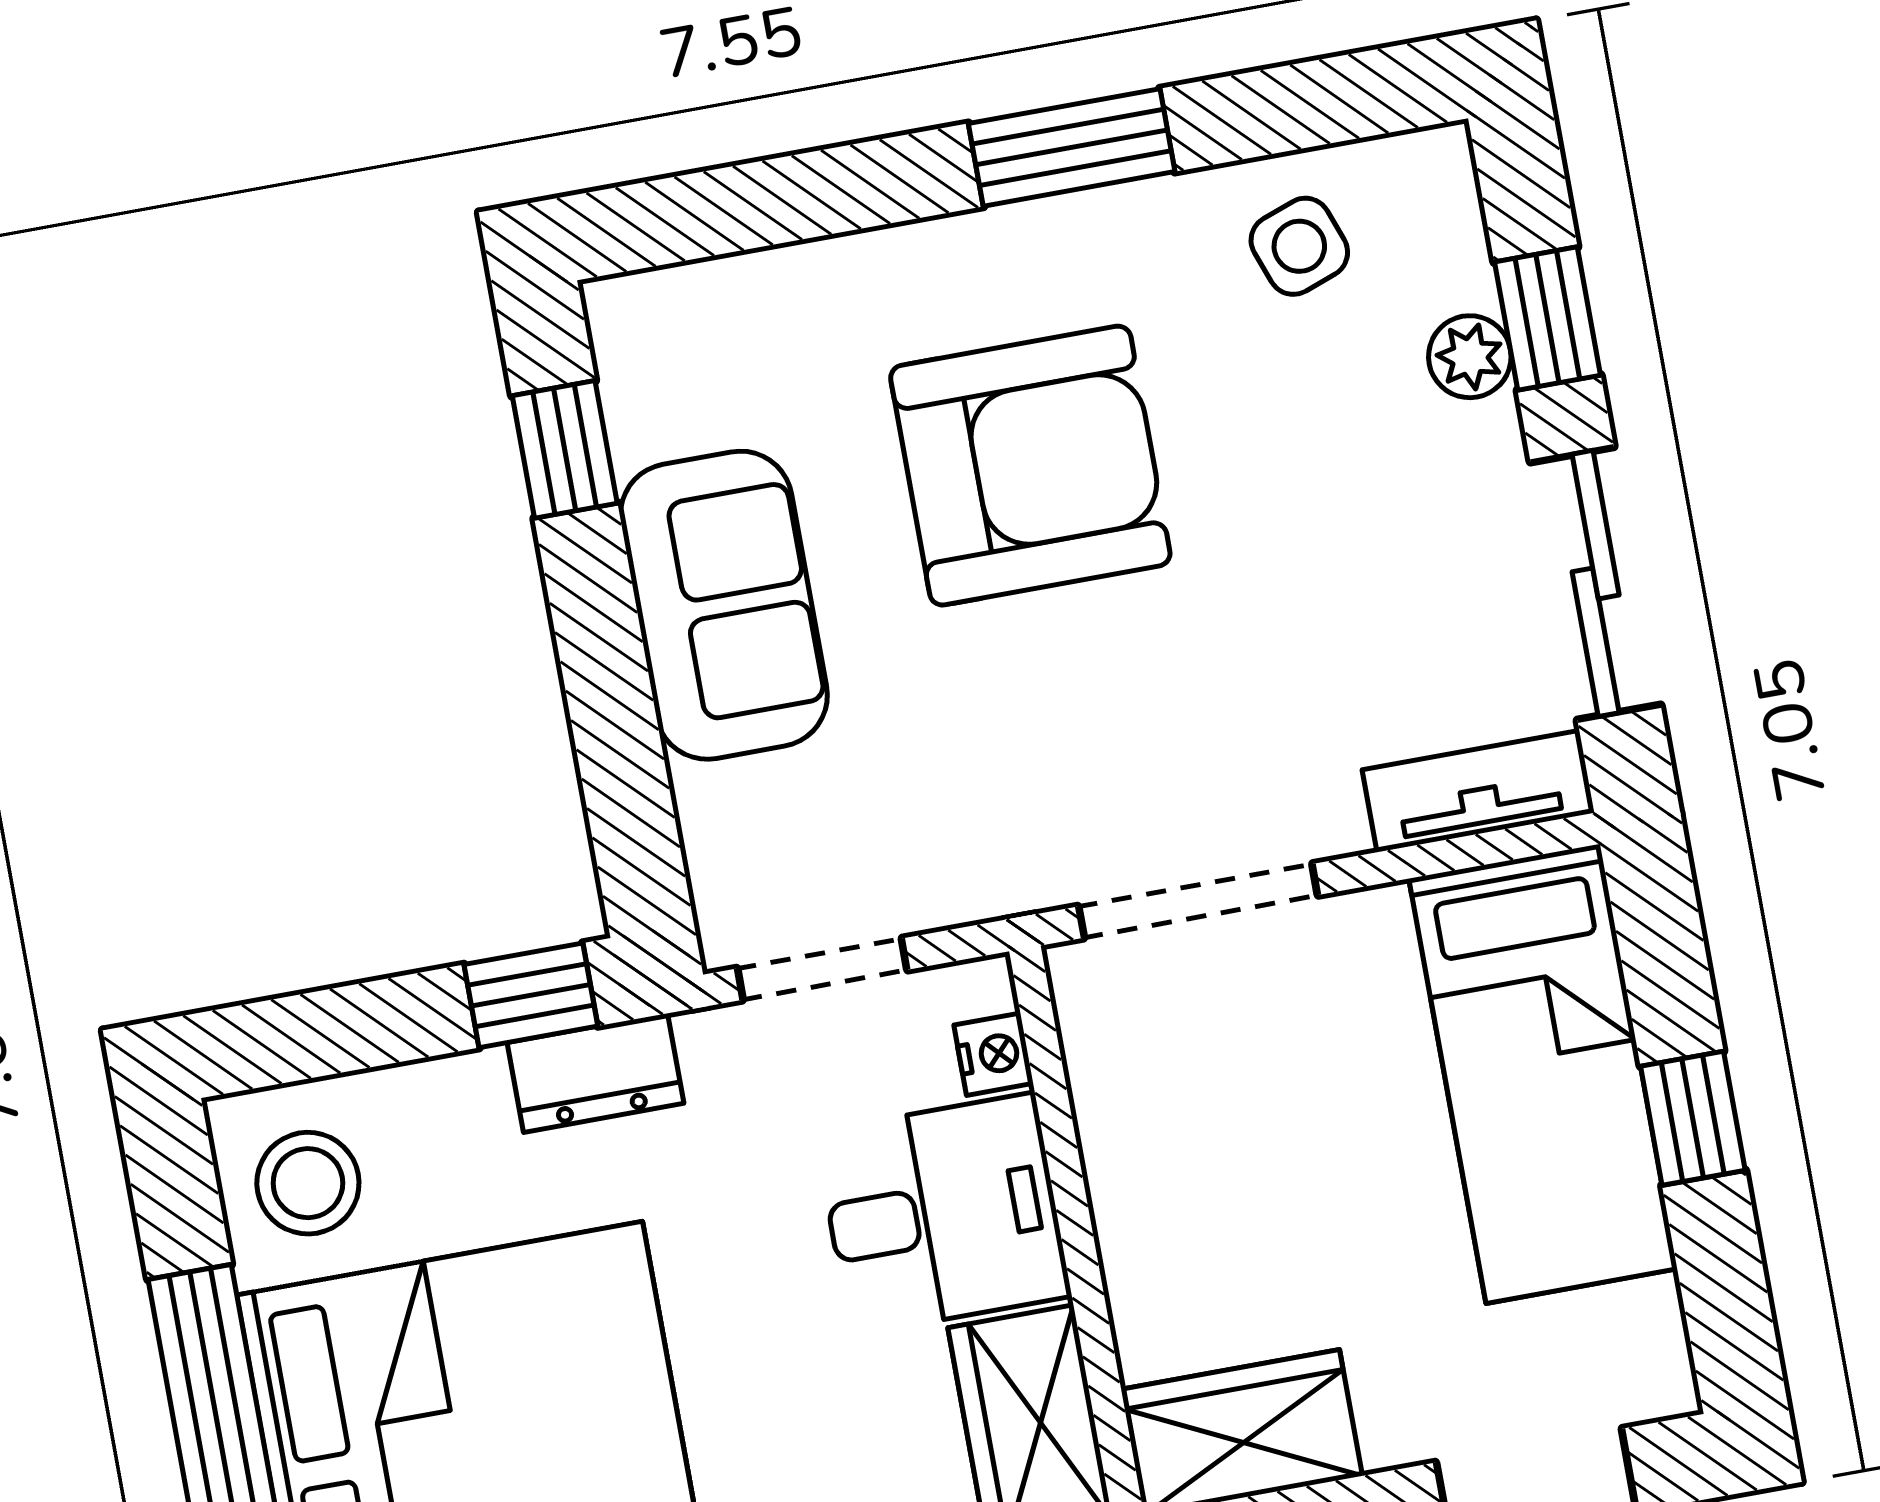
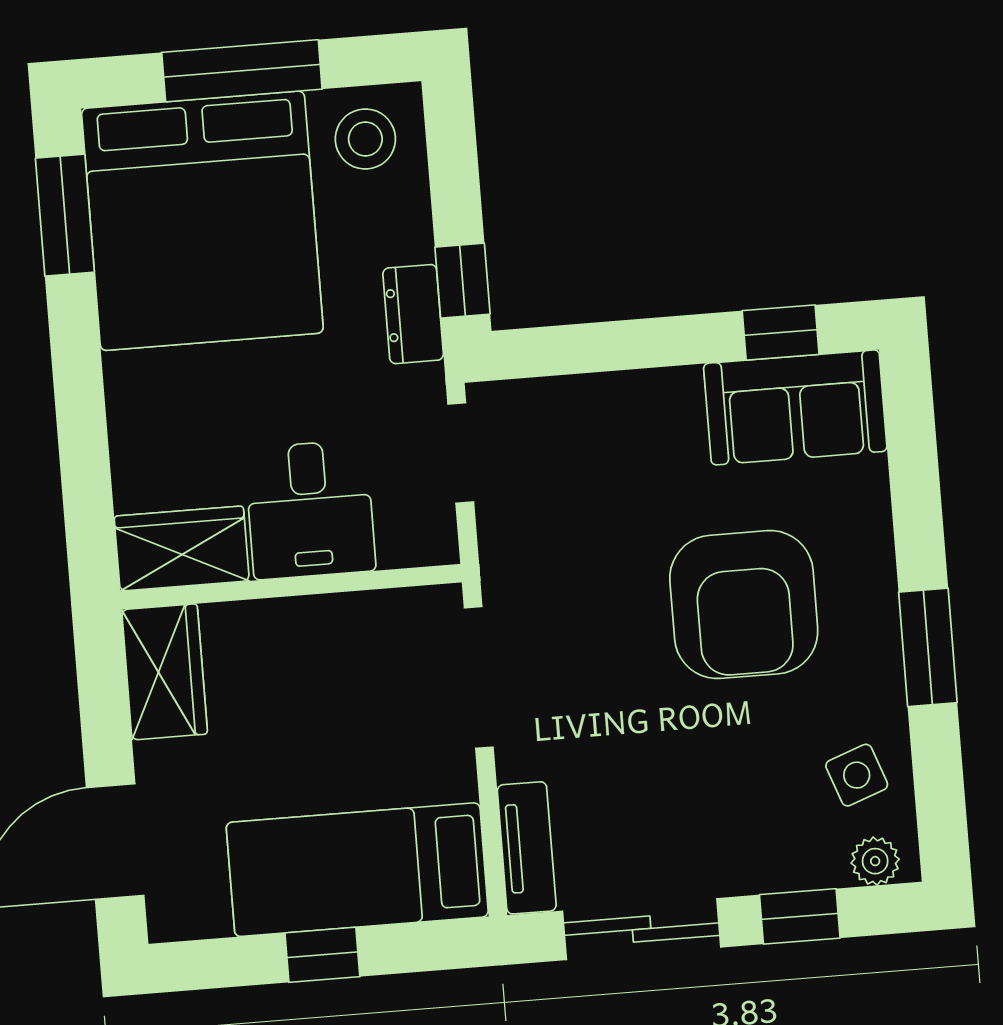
plant: (1470, 357) -> (875, 861), moved
sofa: (724, 605) -> (795, 407), moved
nightstand: (994, 1054) -> (401, 549), removed

